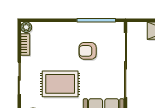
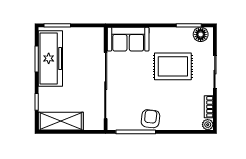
armchair: (88, 51) -> (150, 119), moved, turned -84

